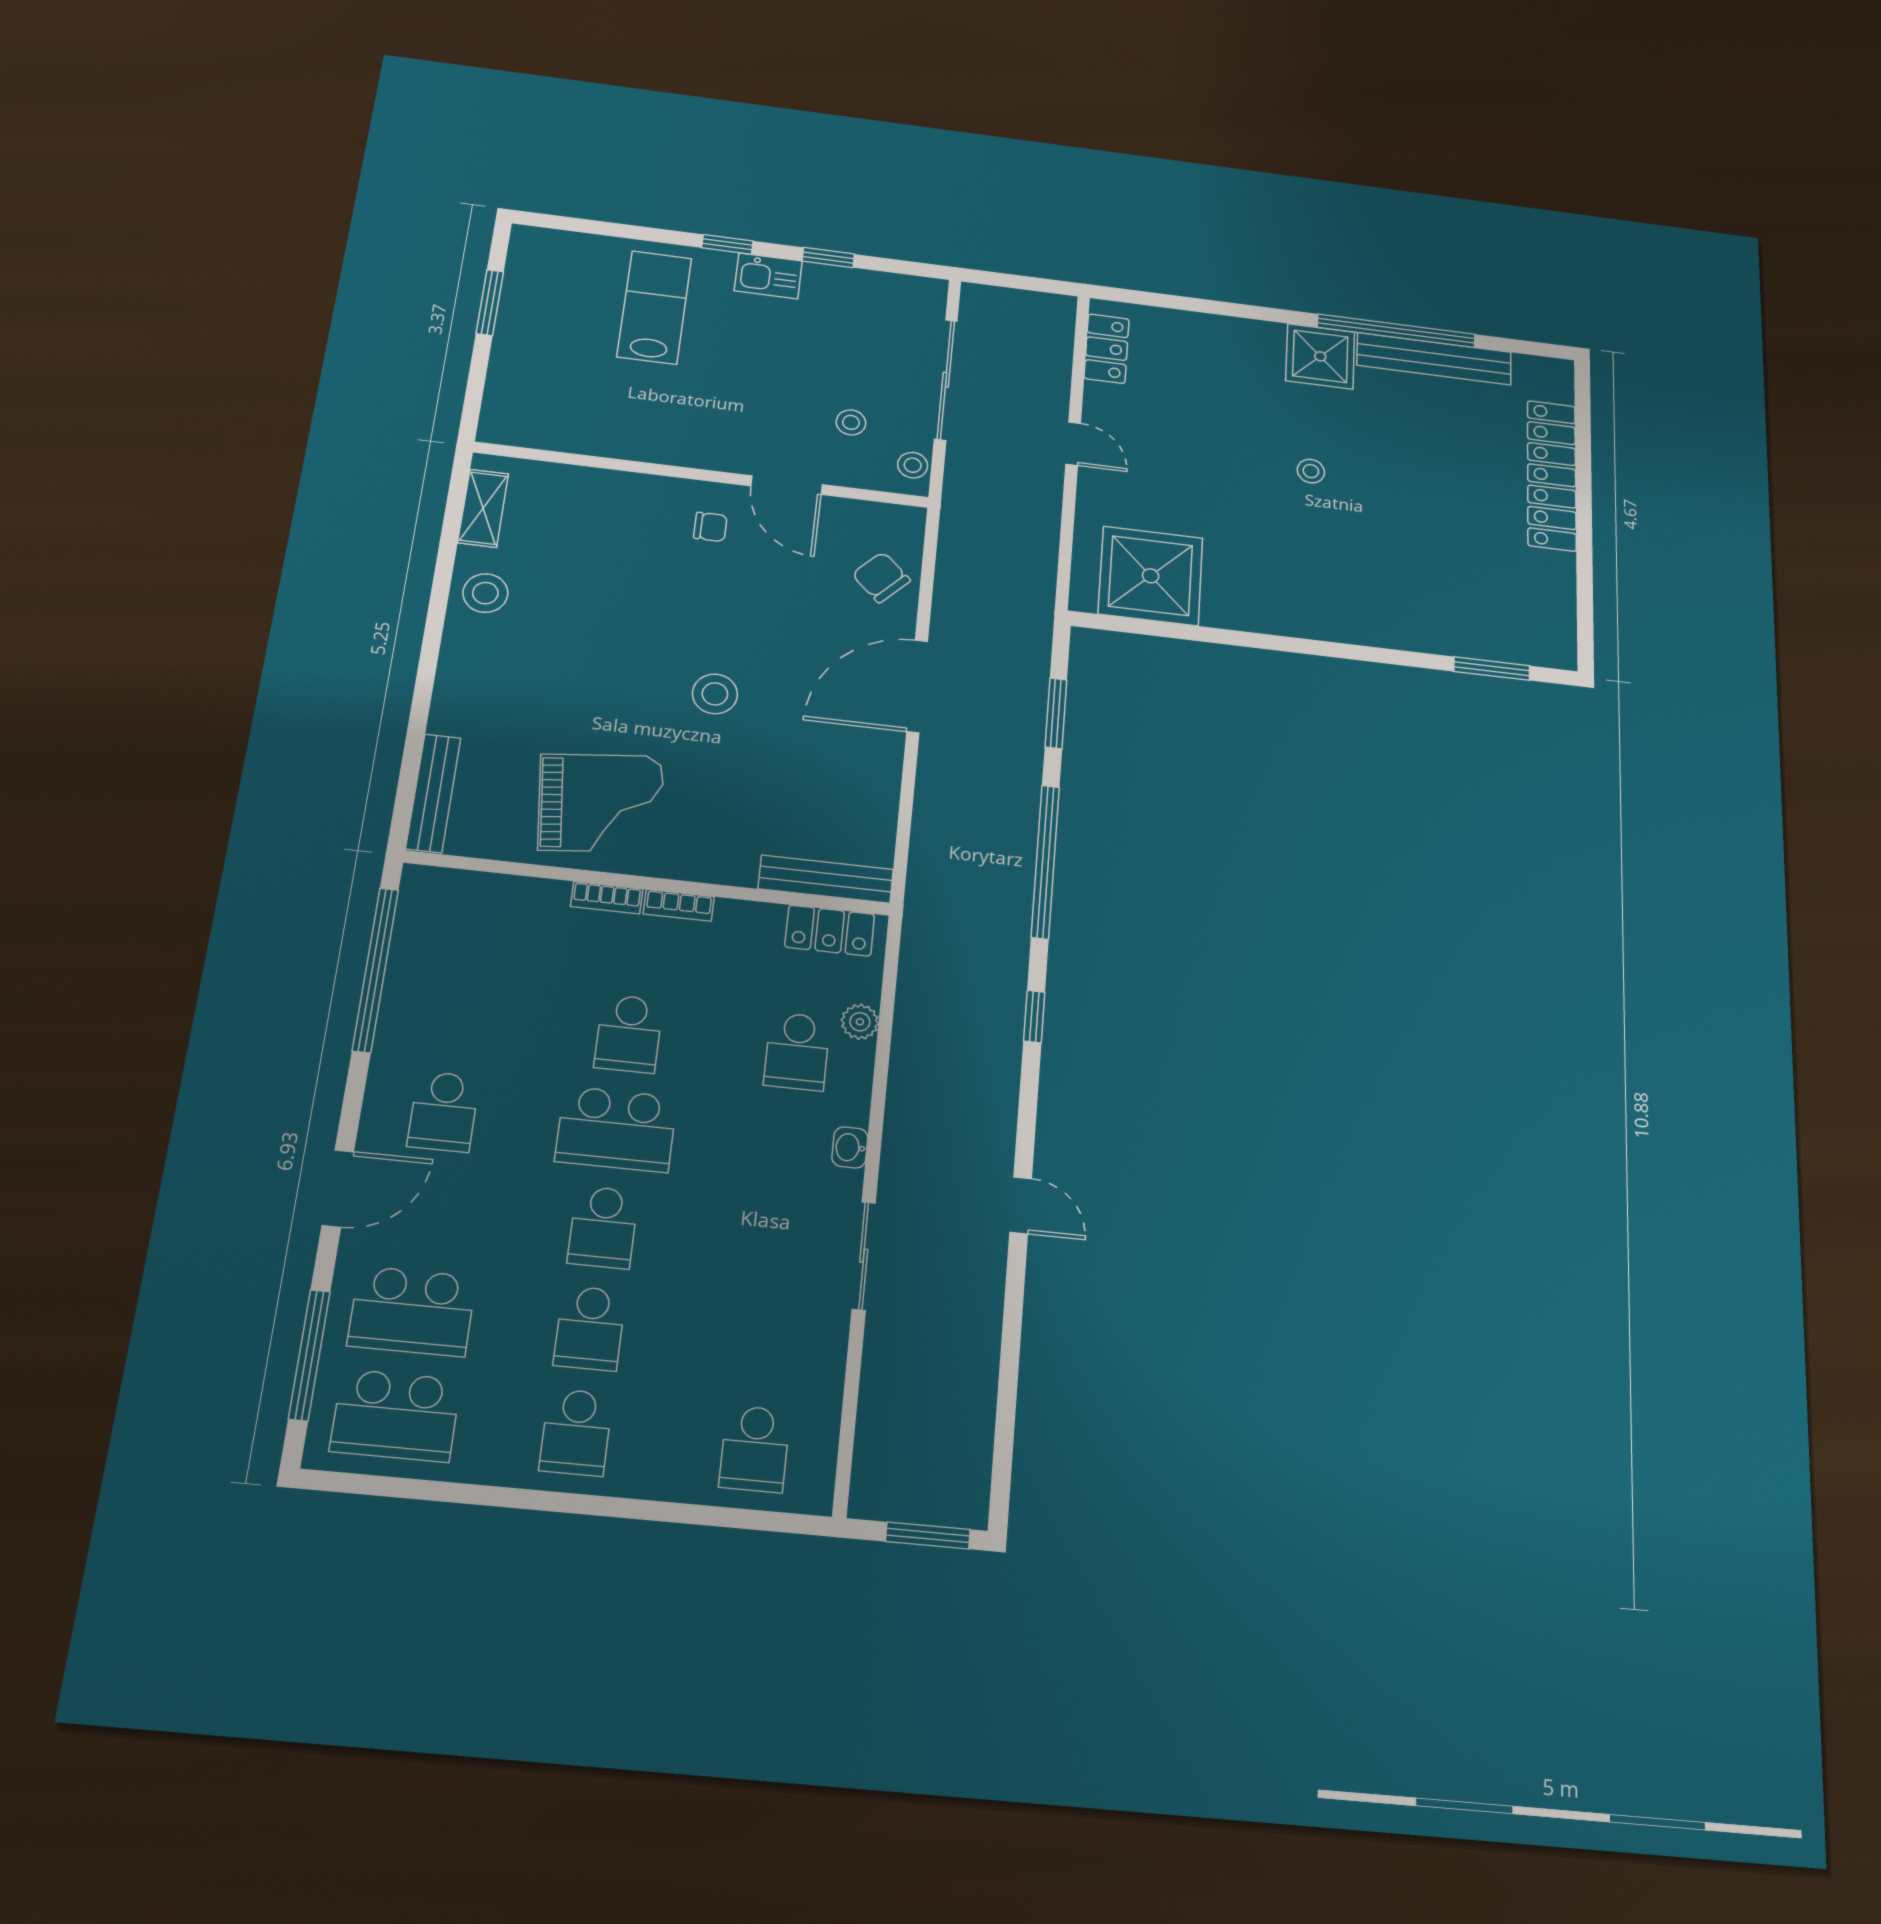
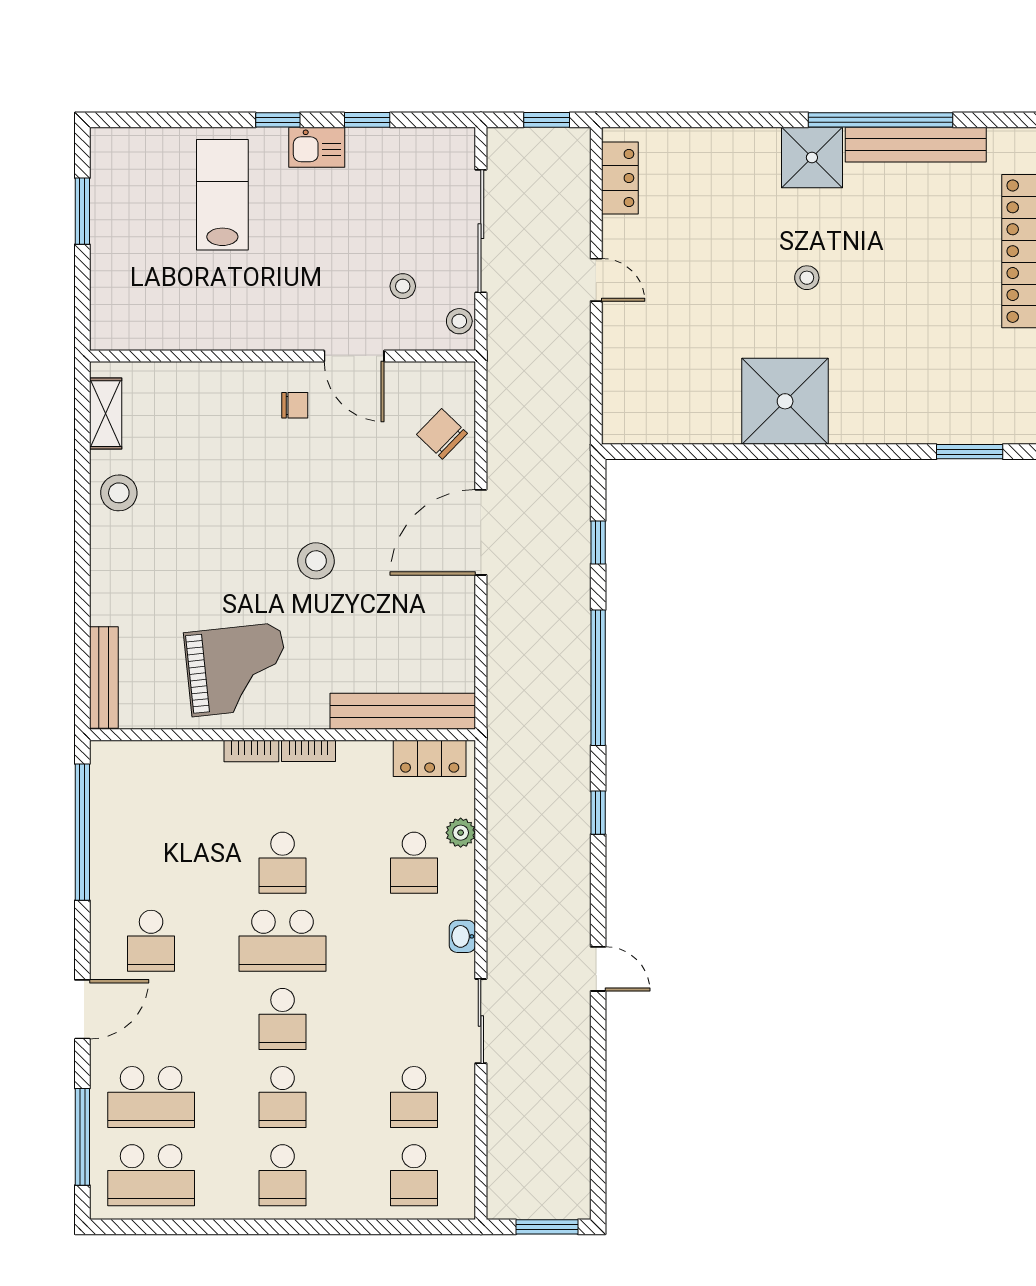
window: (1029, 283) -> (547, 120), added
shower: (1151, 576) -> (785, 401), moved
window: (1056, 713) -> (598, 542), width x0.67
bench: (826, 879) -> (403, 711), width x1.37, depth x1.21
school desk: (766, 1345) -> (414, 1097), added

